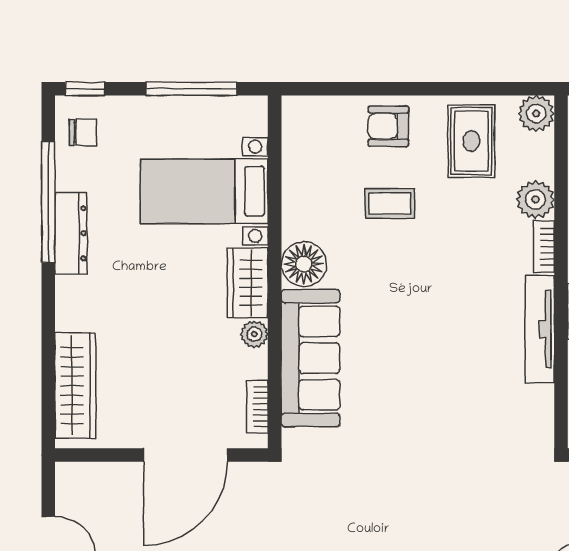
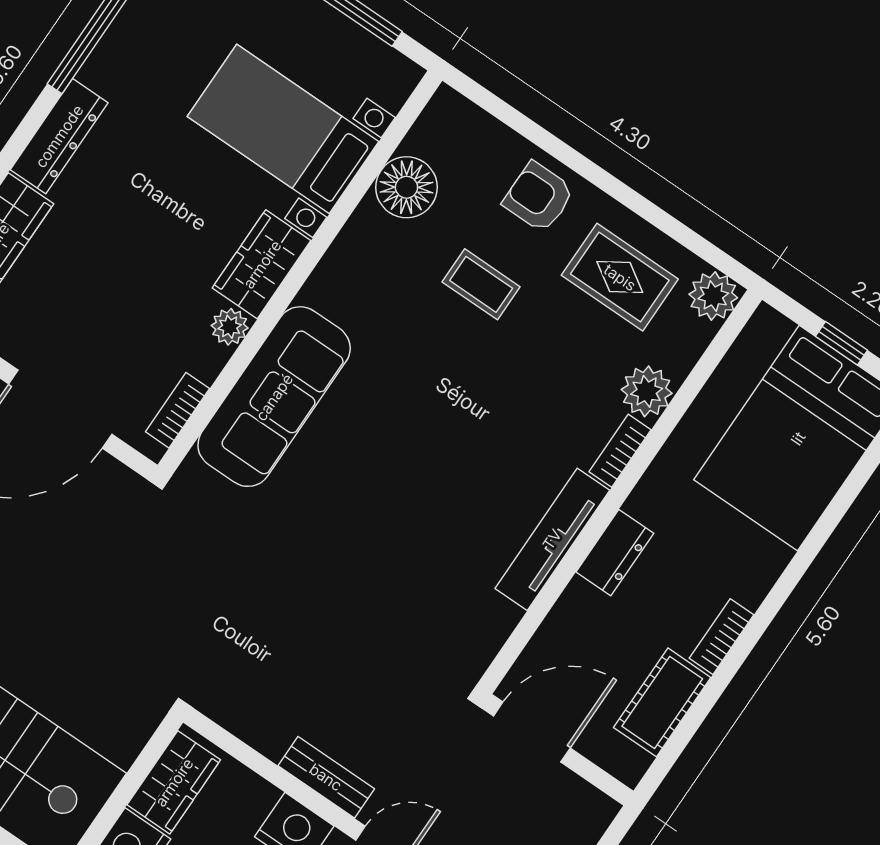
rug: (471, 141) -> (620, 277), turned 90
dresser: (71, 233) -> (59, 136), moved
floor lamp: (304, 264) -> (406, 187), moved

